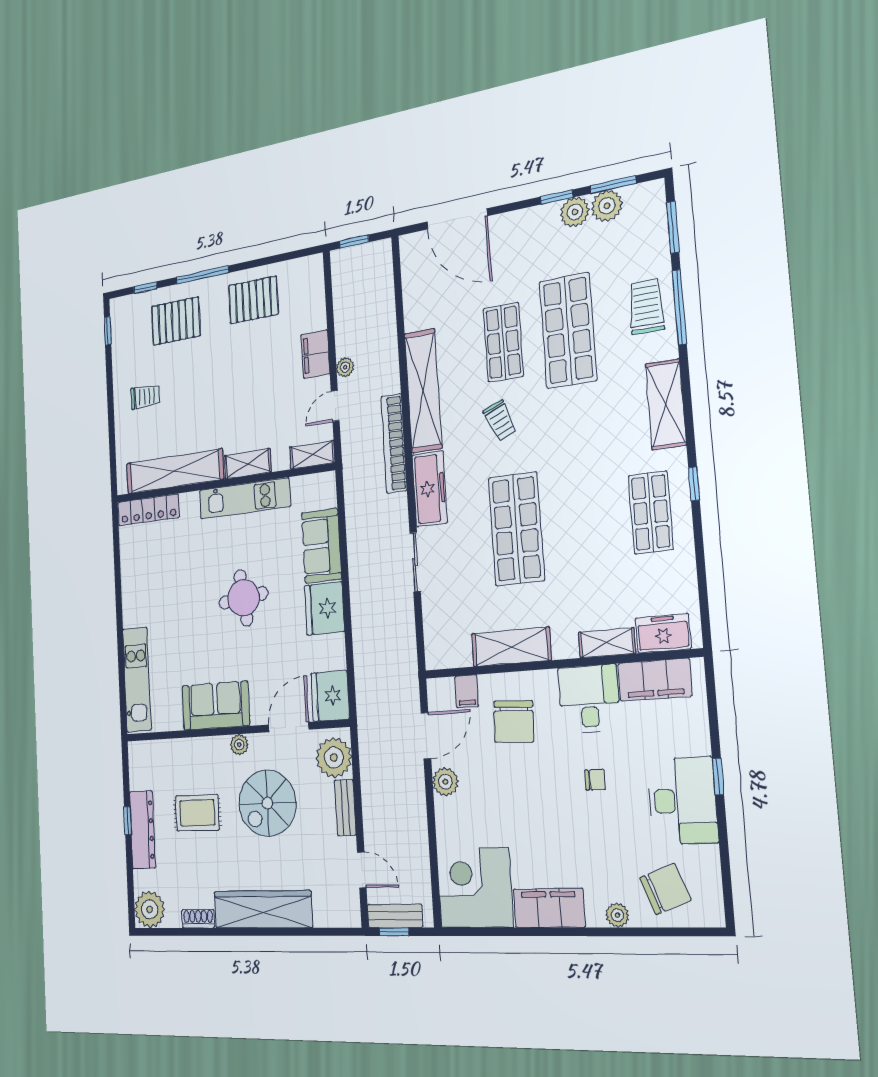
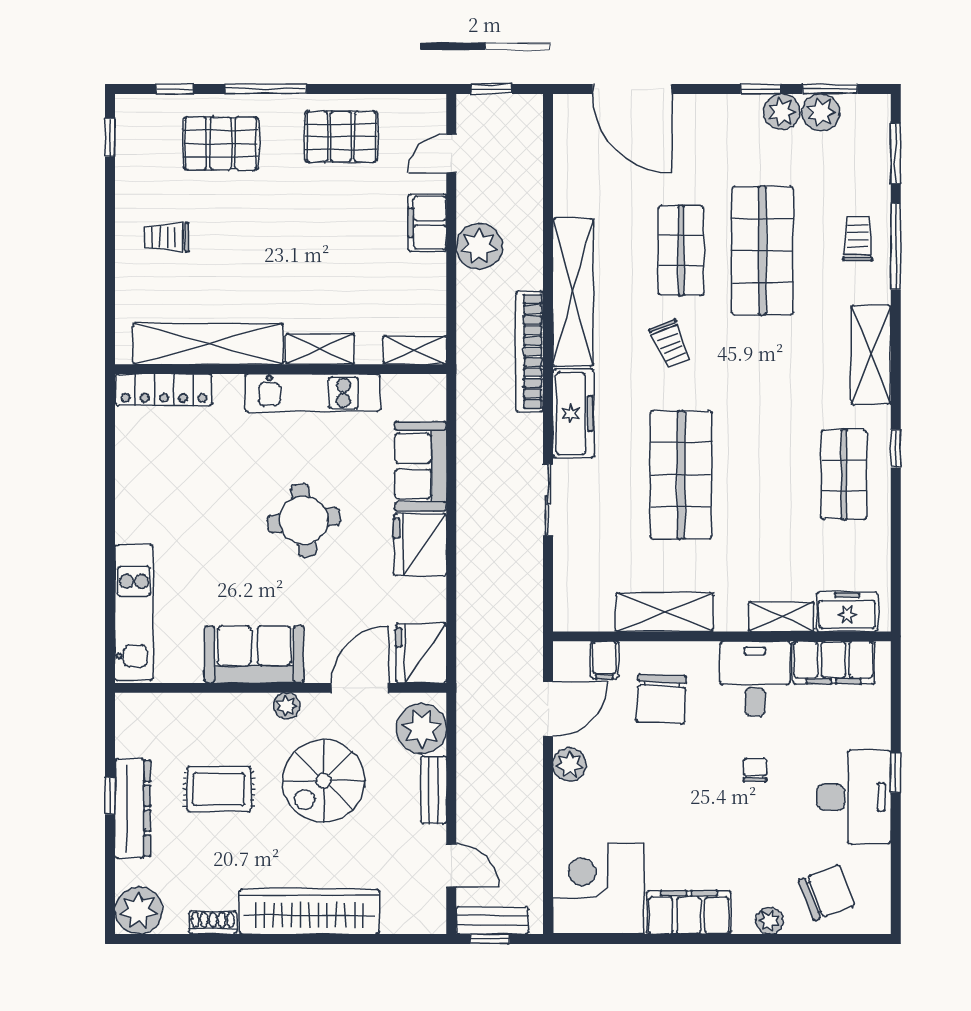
trolley: (646, 307) -> (858, 239), width x0.73, depth x0.72
plant: (345, 367) -> (479, 246), width x1.88, depth x1.88
trolley: (145, 397) -> (167, 237), turned 180
door: (335, 406) -> (451, 153), moved
chair: (595, 780) -> (755, 770), turned -90

